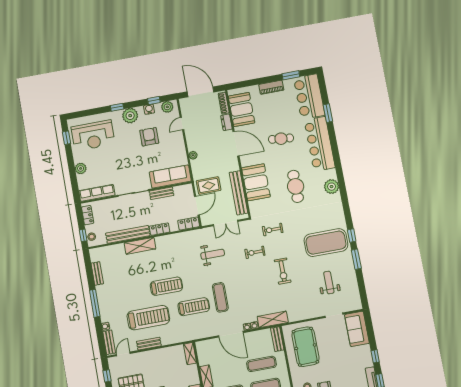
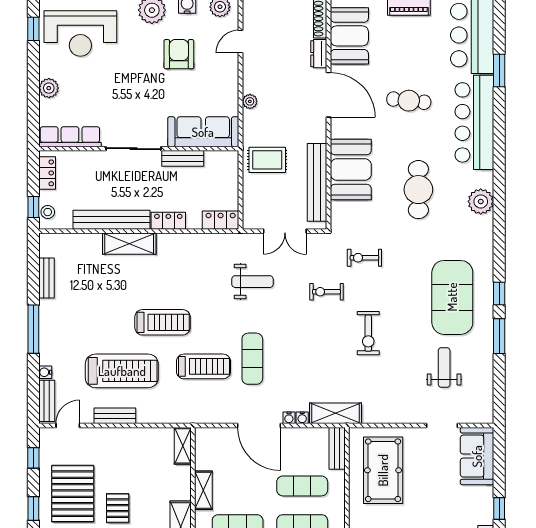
door: (197, 206) -> (241, 191), removed
exercise mat: (326, 243) -> (452, 297), turned 90

